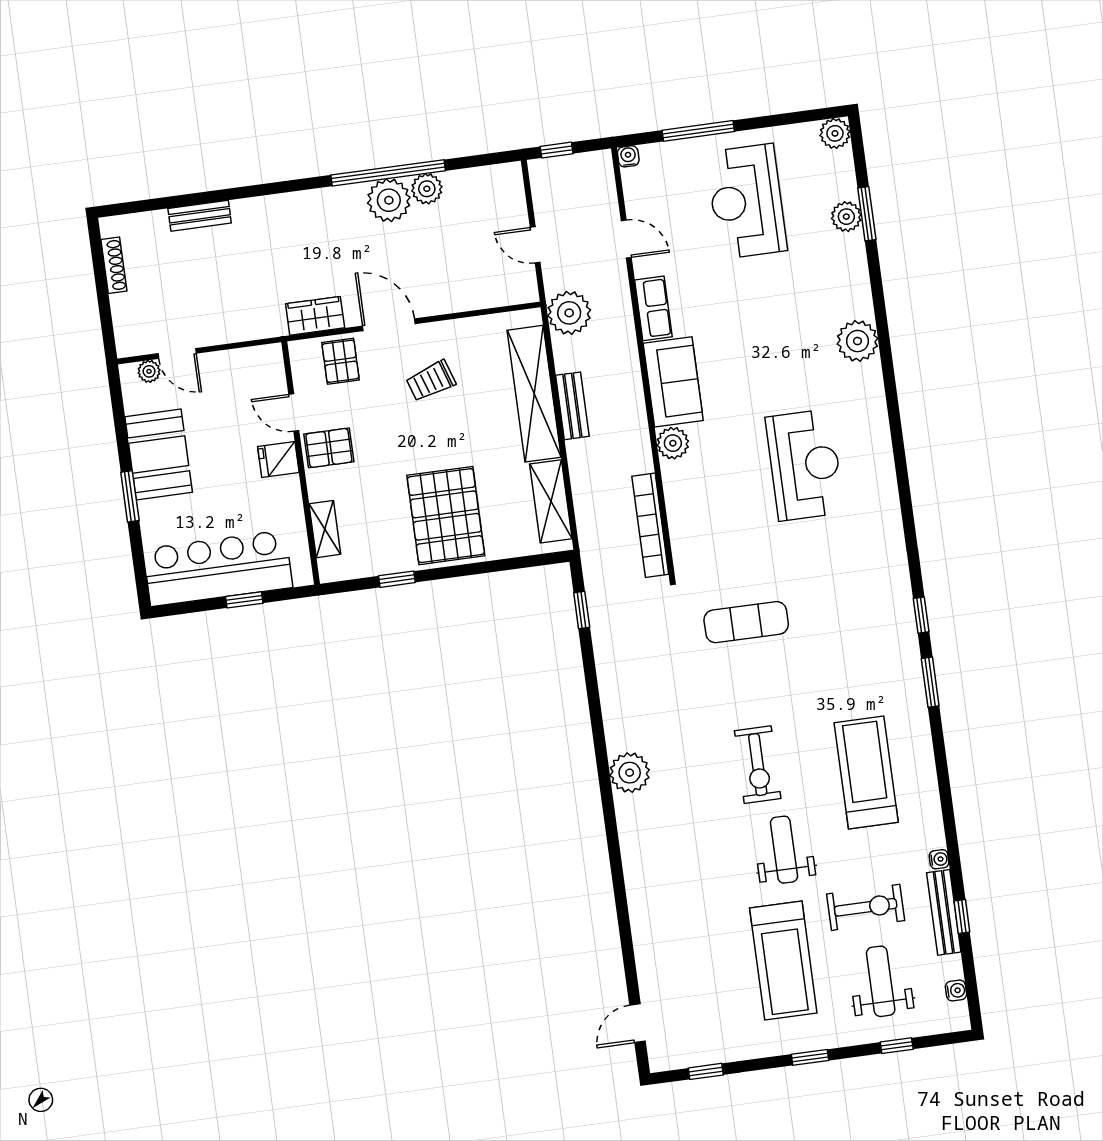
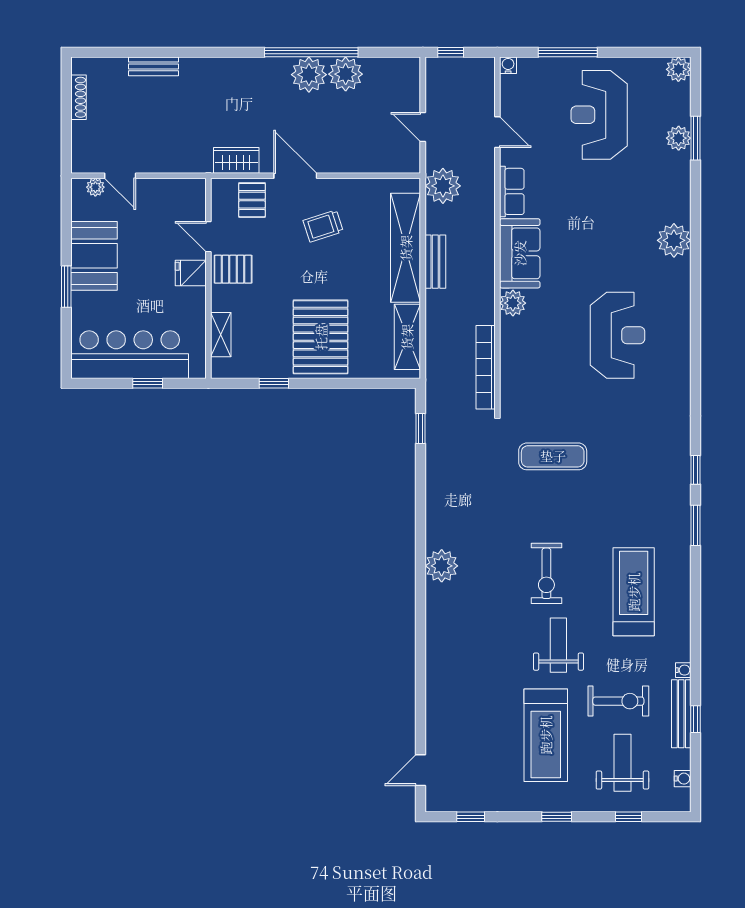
plant: (427, 189) -> (346, 74), width x1.36, depth x1.36

